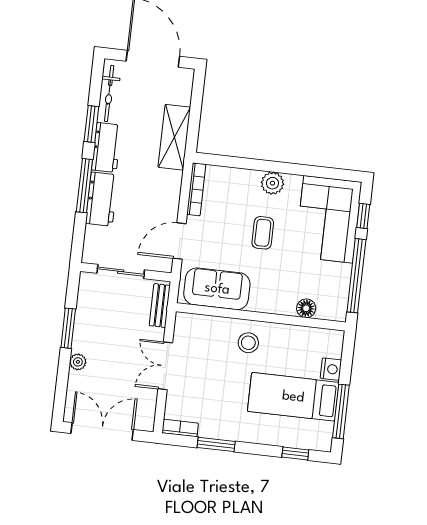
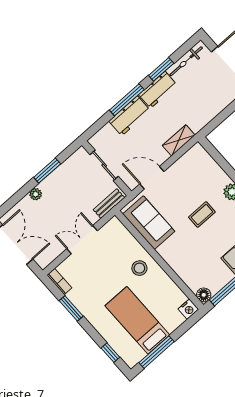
shelving: (174, 137) -> (179, 140), moved, width x0.67, depth x0.75
bookcase: (196, 189) -> (187, 158), removed
floor lamp: (306, 308) -> (204, 295), moved
nightstand: (331, 369) -> (188, 309), moved

